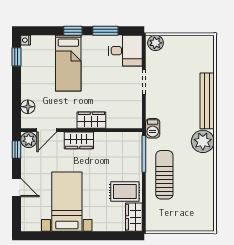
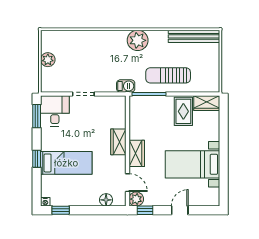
window: (105, 31) -> (37, 116), moved
plant: (156, 43) -> (48, 60), moved
bench: (207, 101) -> (194, 36), moved

